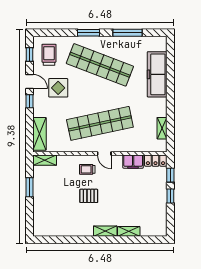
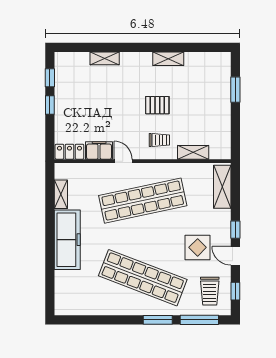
window: (127, 33) -> (199, 320), moved
freezer: (157, 74) -> (67, 240), moved
door: (104, 153) -> (123, 161), moved
shelving: (45, 160) -> (193, 152), moved
window: (170, 175) -> (50, 78), moved
window: (29, 187) -> (235, 90), moved
shelving: (105, 231) -> (168, 59), moved

